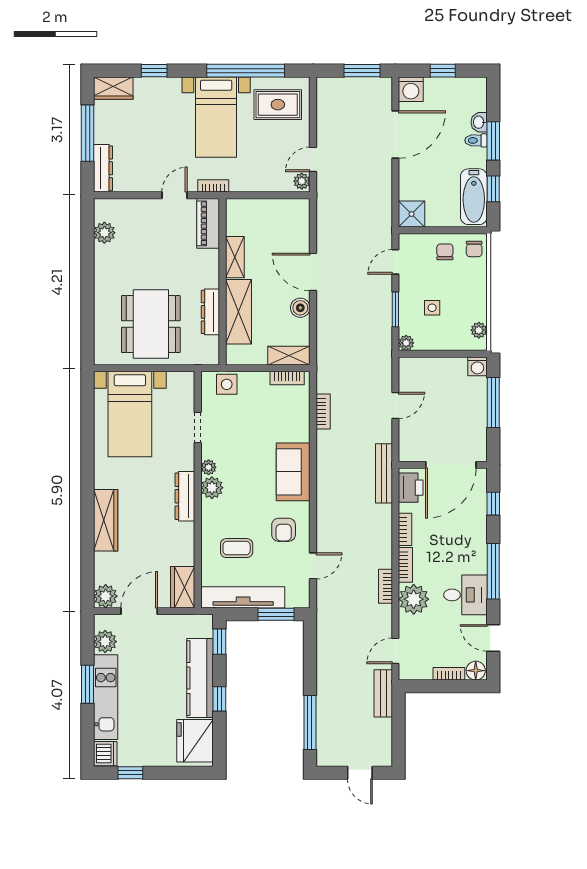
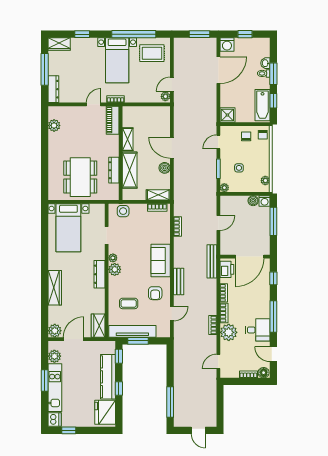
boiler: (457, 366) -> (253, 201), added
window: (276, 614) -> (138, 341), moved
bench: (383, 693) -> (179, 281), moved

